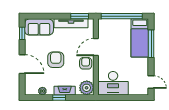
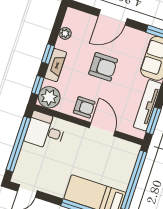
desk: (113, 83) -> (45, 131), width x0.73
window: (81, 98) -> (38, 85), added
window: (123, 98) -> (18, 144), added

